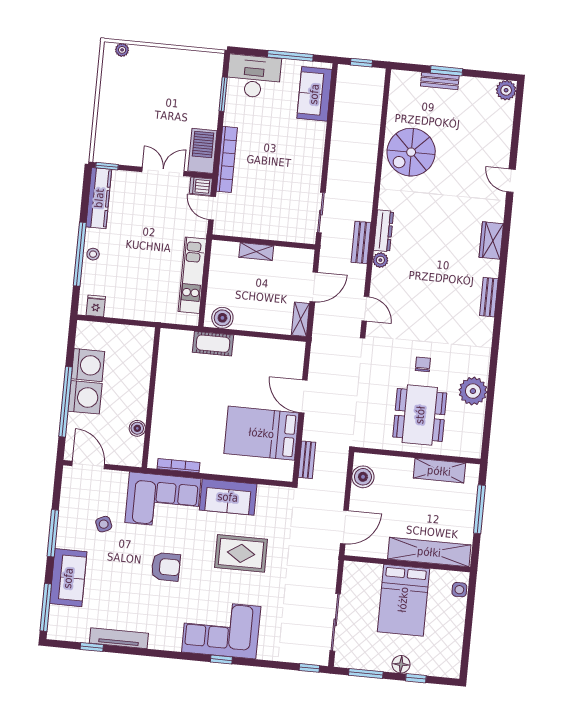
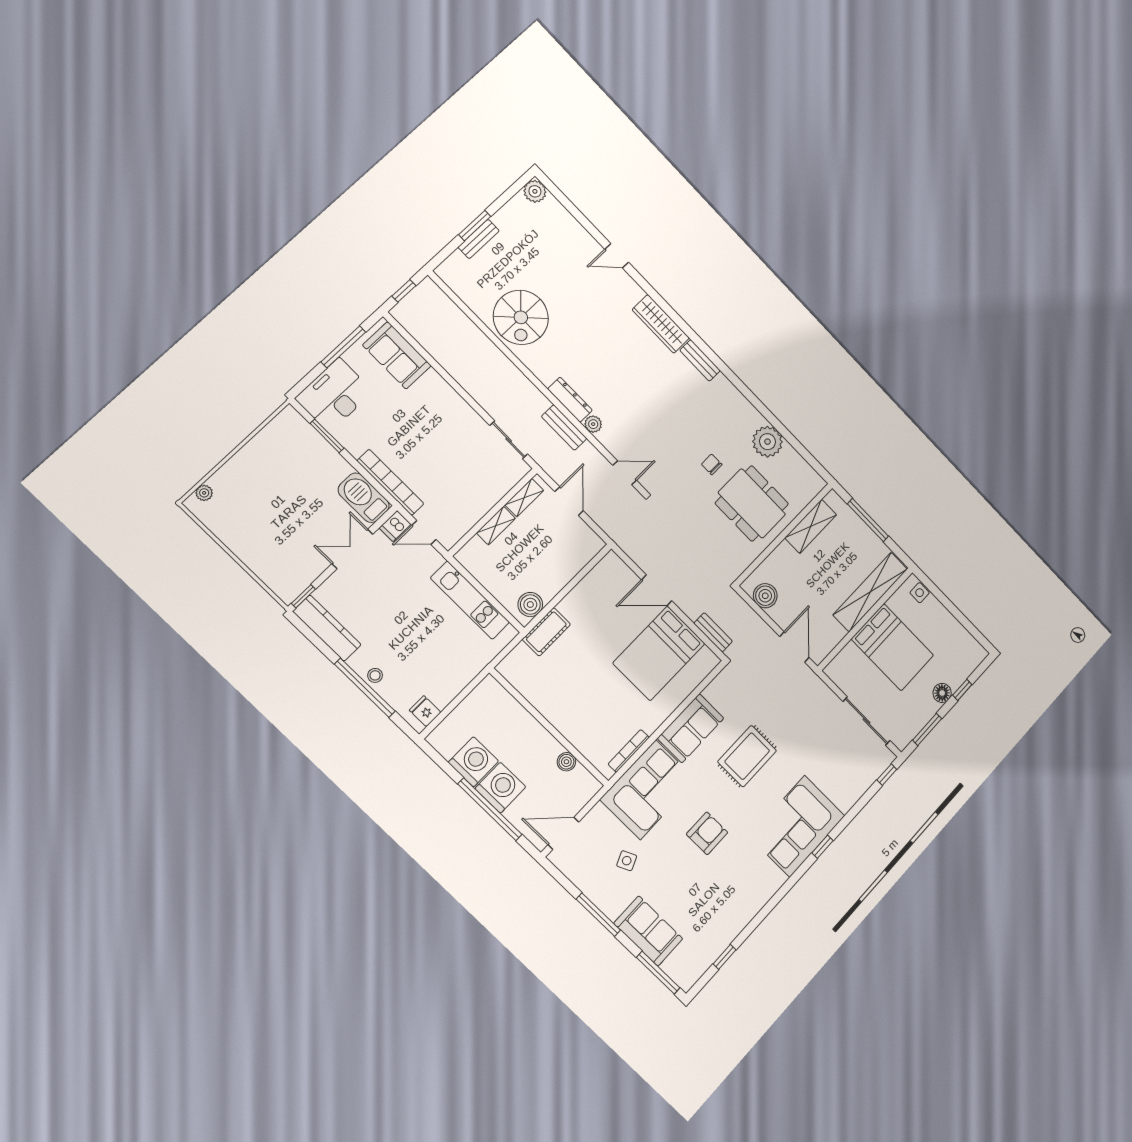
wardrobe: (491, 240) -> (661, 324), width x1.50
shelving: (300, 319) -> (524, 498), moved, turned 90
tv unit: (119, 638) -> (736, 926), removed

